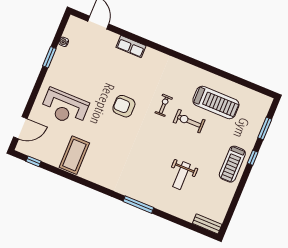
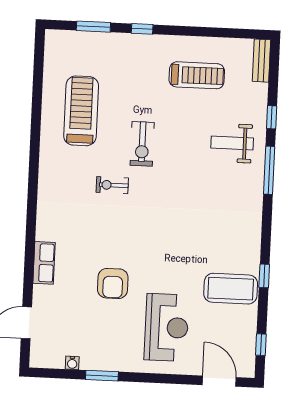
armchair: (124, 106) -> (113, 283), moved
exercise bike: (189, 121) -> (142, 144), moved
treadmill: (232, 164) -> (197, 75), moved
weight bench: (182, 176) -> (232, 143), moved, turned 180
window: (75, 178) -> (264, 276), added
window: (170, 218) -> (272, 117), added

